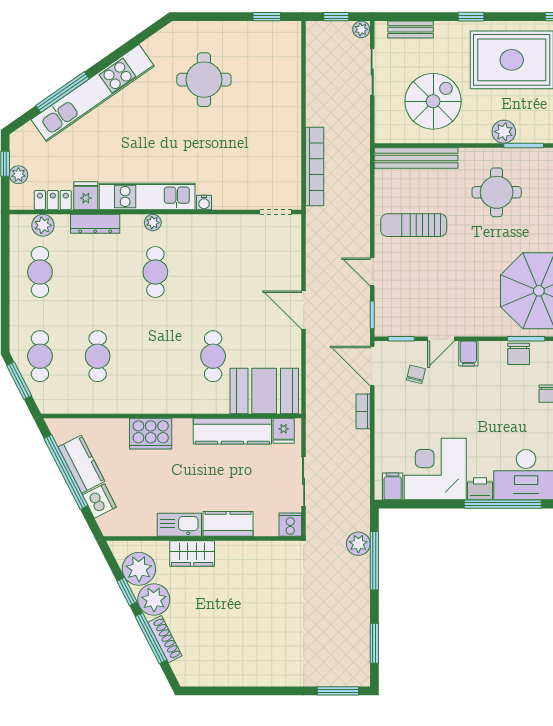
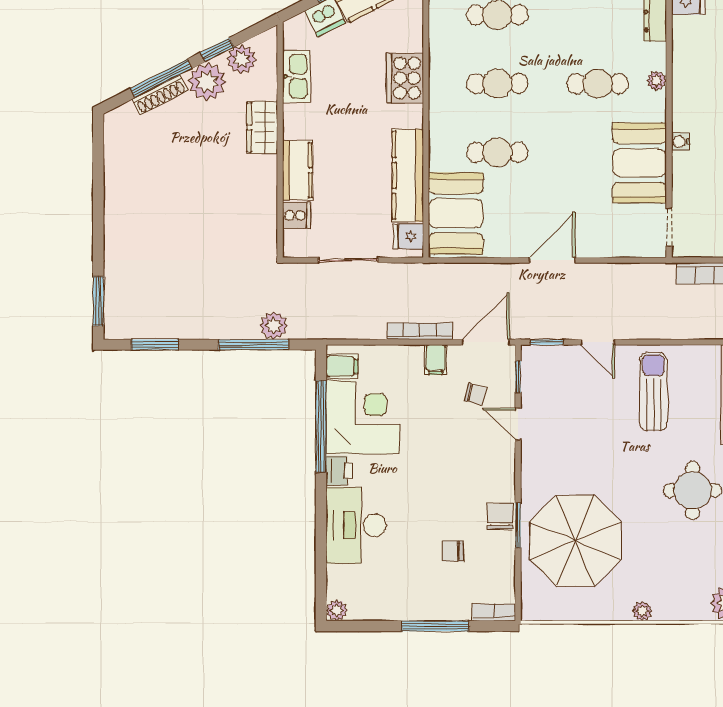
kitchen unit: (147, 196) -> (688, 74), removed
booth: (222, 237) -> (640, 163), added
door: (372, 272) -> (598, 342), swing flipped
filing cabinet: (468, 354) -> (436, 360), moved, turned -90
chair: (519, 354) -> (500, 516), turned 90
cafe table: (155, 356) -> (497, 84), added
bookcase: (363, 411) -> (420, 331), width x1.56
window: (503, 504) -> (321, 426), moved
kitchen sink: (179, 525) -> (296, 76), moved
cooker: (290, 525) -> (297, 215), moved
plant: (139, 569) -> (241, 59), width x0.73, depth x0.73

